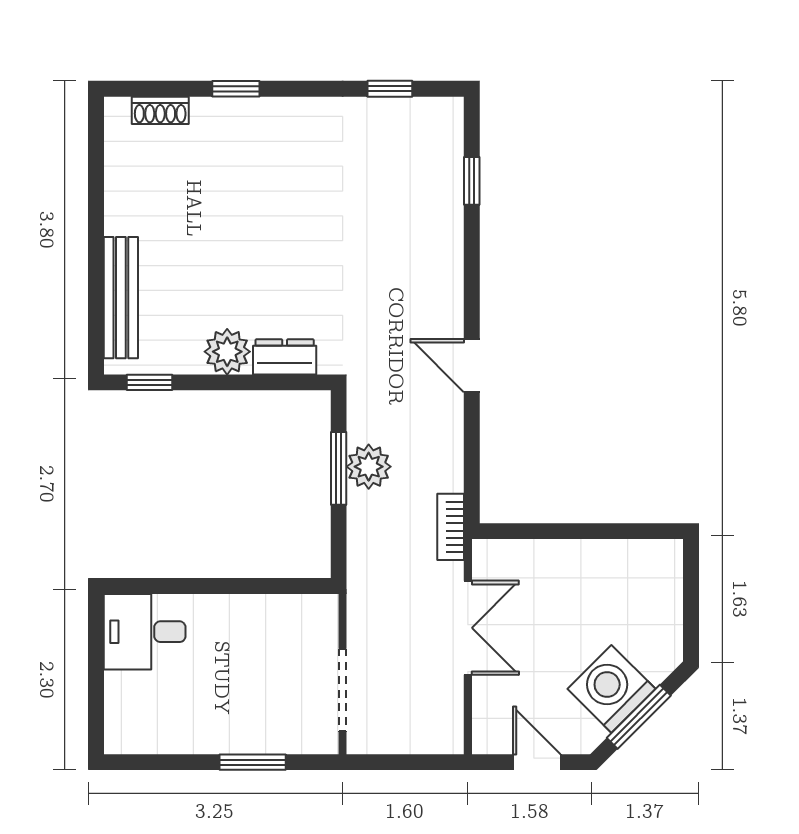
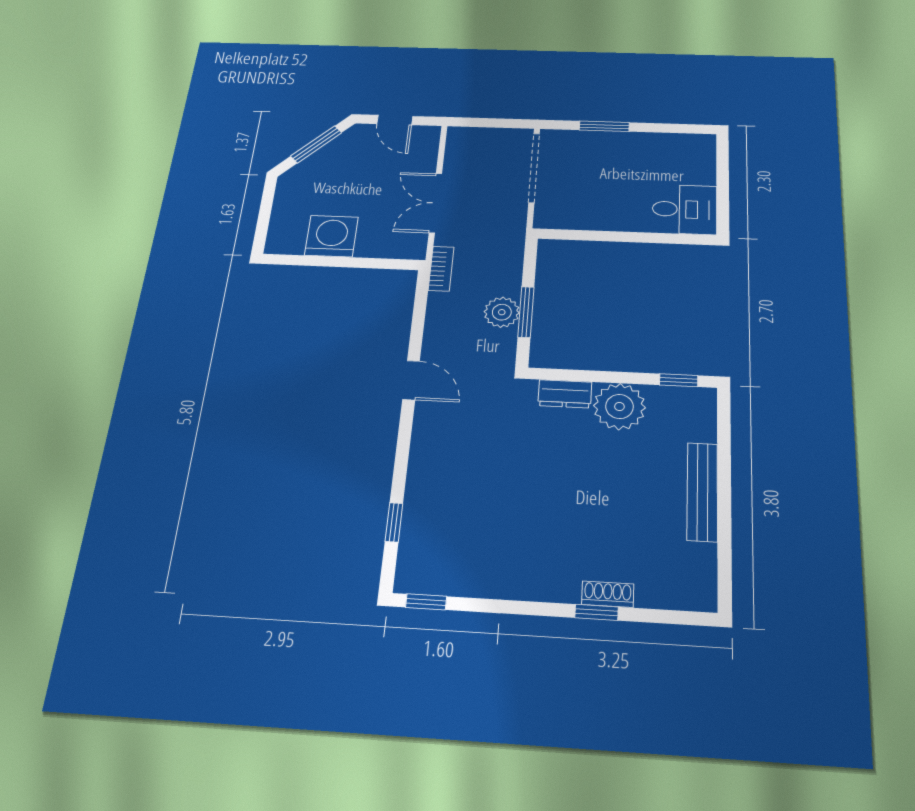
window: (390, 89) -> (426, 602), moved
shoe rack: (160, 110) -> (608, 594), moved
bench: (121, 298) -> (702, 492), moved
plant: (227, 352) -> (619, 407), width x1.36, depth x1.36
washing machine: (611, 689) -> (331, 236), moved, turned -135
doorway: (343, 690) -> (534, 168), width x1.36

